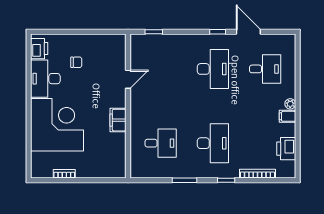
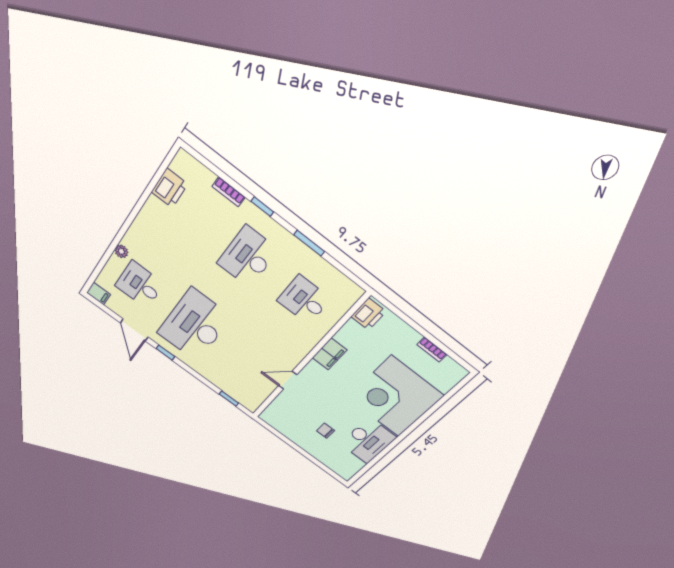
printer: (39, 49) -> (369, 314), moved, turned 180
desk: (213, 69) -> (194, 325), width x1.36, depth x1.30
plant: (290, 104) -> (121, 251), moved
filing cabinet: (287, 116) -> (98, 293), moved
bookcase: (257, 174) -> (229, 192), width x0.64

